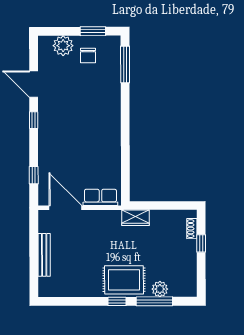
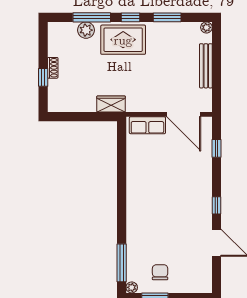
plant: (63, 46) -> (132, 287), moved, width x0.53, depth x0.53
shoe rack: (192, 229) -> (53, 68), moved
plant: (44, 292) -> (206, 27), added
window: (82, 301) -> (167, 17), added

